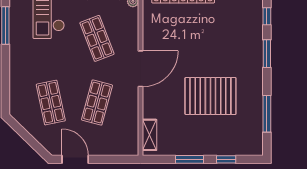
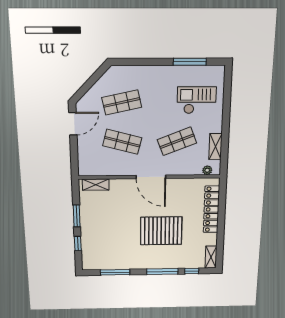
window: (267, 54) -> (162, 272), width x1.44
pallet: (210, 96) -> (161, 231), moved, turned 90

